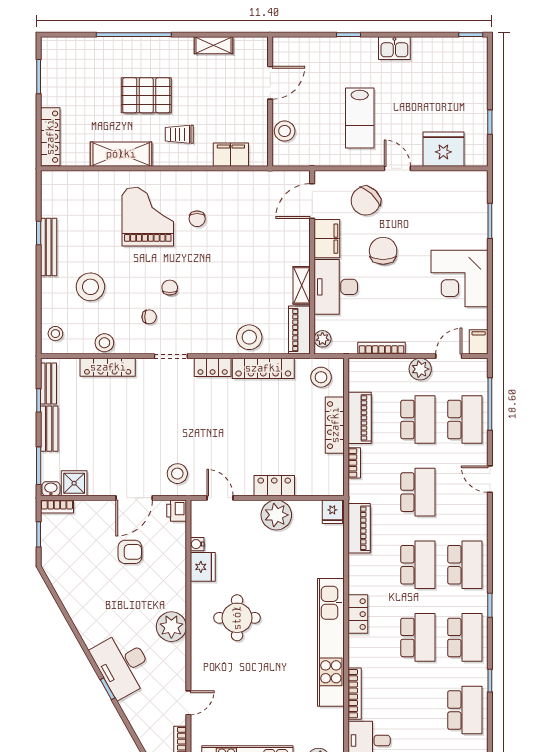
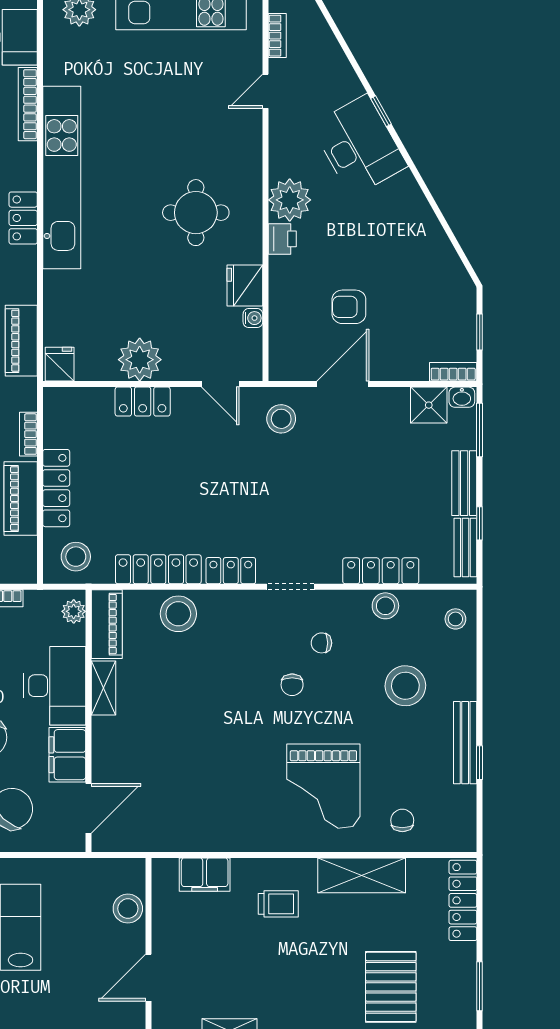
pallet: (146, 95) -> (391, 987), moved, turned 90
chair: (197, 219) -> (402, 820), moved
printer: (177, 511) -> (282, 239), moved

